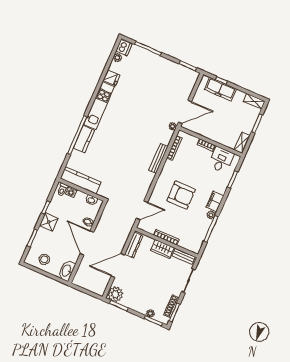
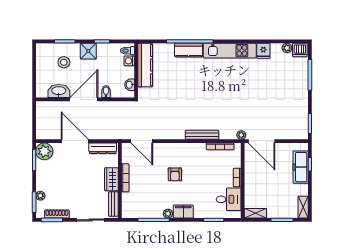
armchair: (181, 195) -> (175, 174), width x0.53, depth x0.53
stool: (44, 259) -> (64, 62), moved
washbasin: (67, 271) -> (59, 91), moved

